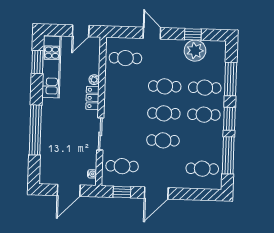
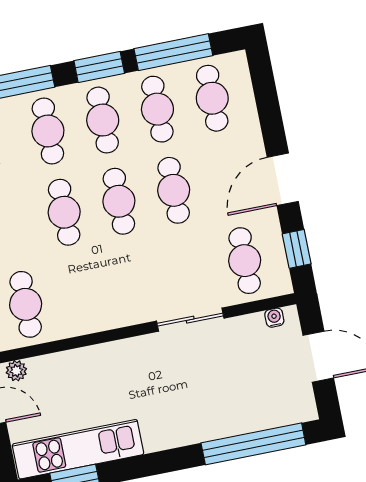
plant: (94, 80) -> (16, 371), moved
locker: (92, 98) -> (121, 352), removed
window: (35, 130) -> (253, 444), moved
cafe table: (203, 142) -> (157, 109), added
door: (156, 193) -> (283, 179), swing flipped

